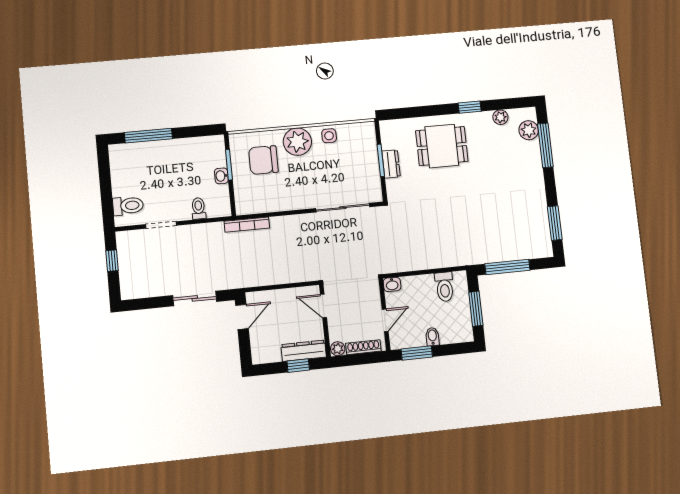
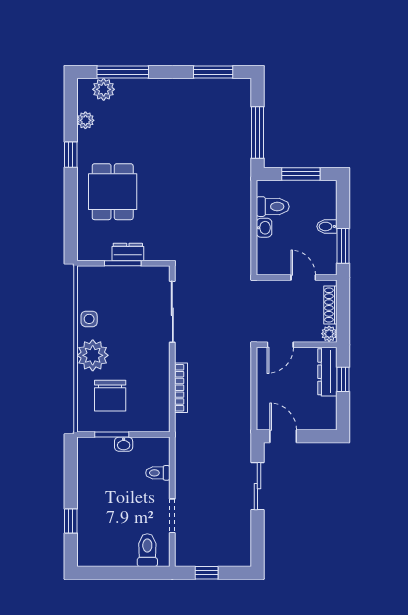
window: (148, 136) -> (71, 521), width x0.46
bookcase: (247, 225) -> (181, 388), moved
washbasin: (392, 284) -> (264, 228), moved

